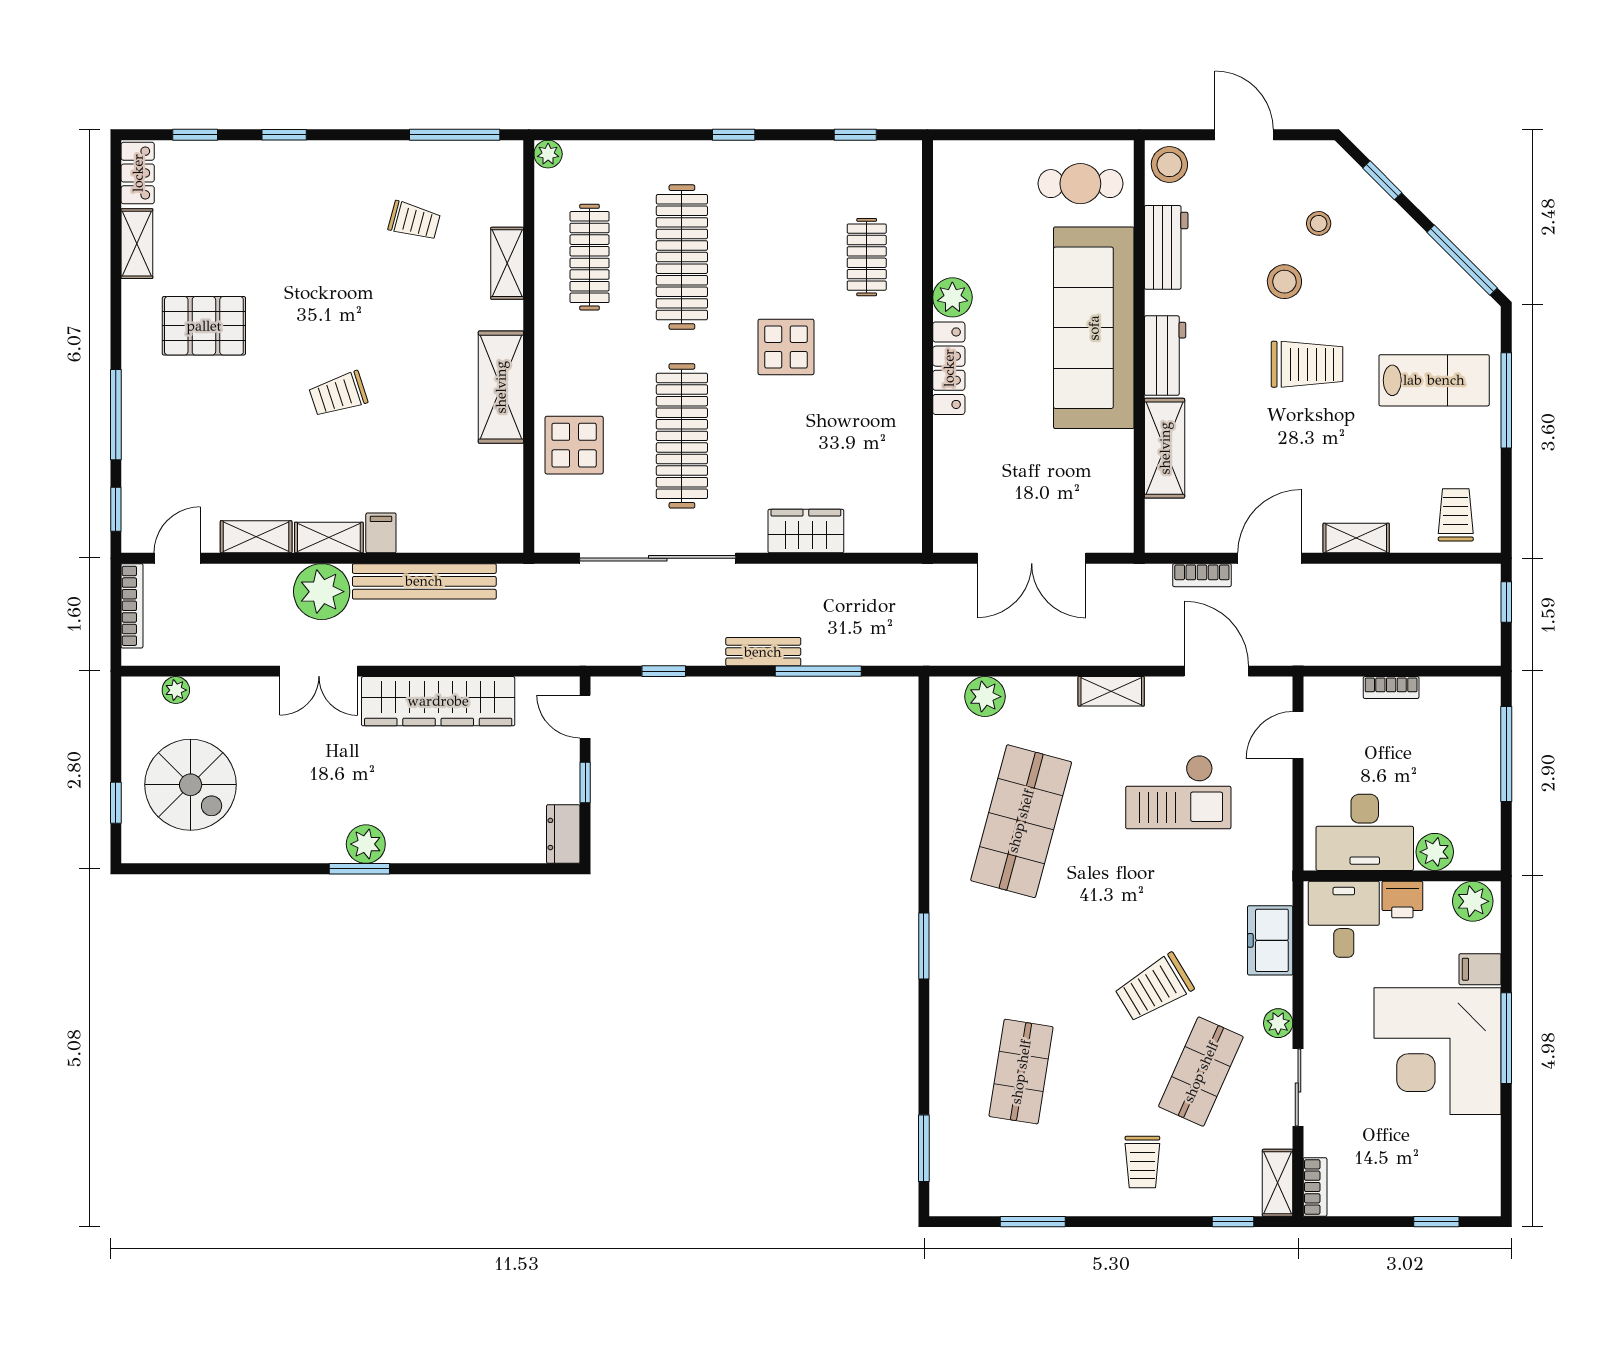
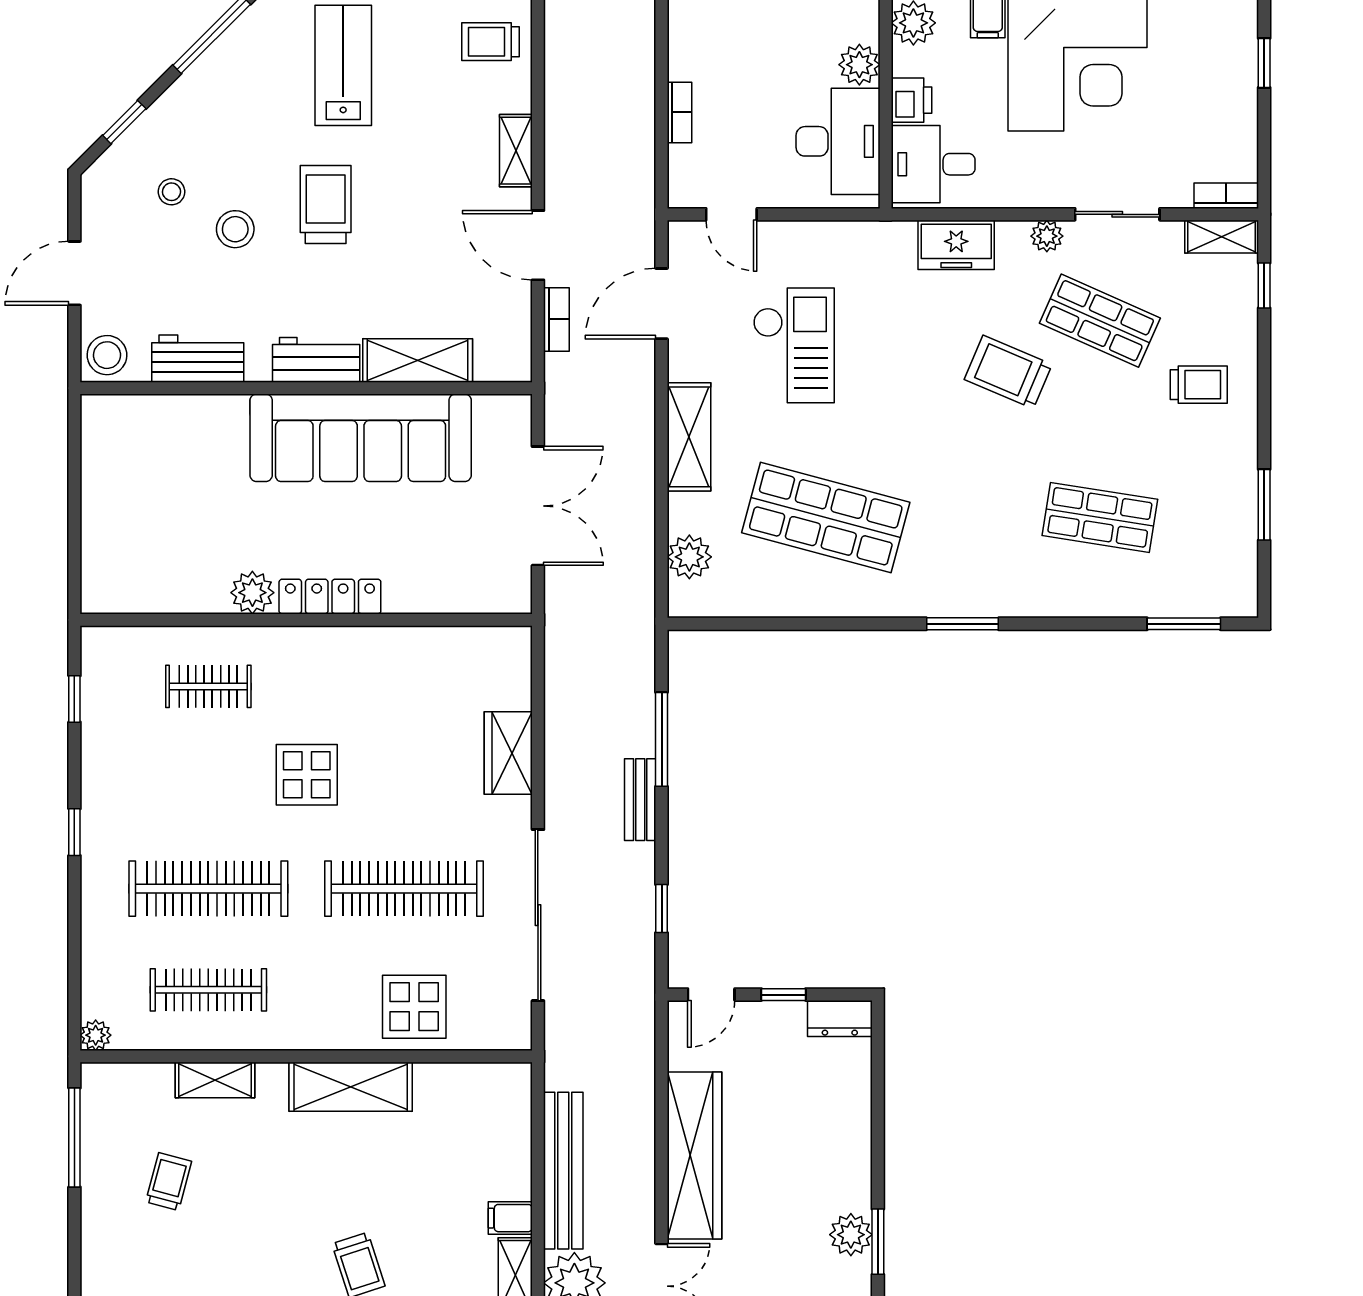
cafe table: (1080, 184) -> (128, 452), removed
sofa: (1094, 328) -> (361, 438), moved
shelving: (1111, 691) -> (689, 437), width x1.50, depth x1.33
trolley: (1154, 988) -> (1008, 372), turned 144

